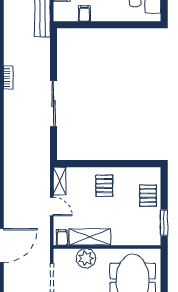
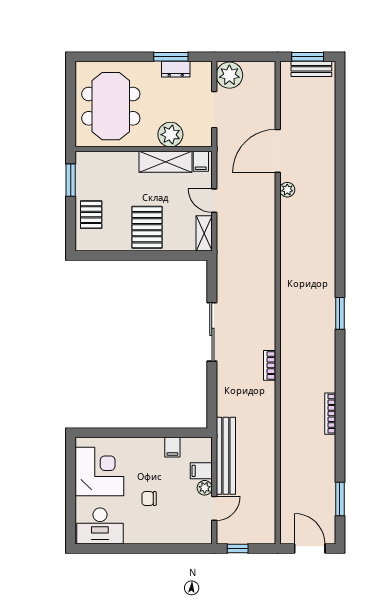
pallet: (104, 186) -> (147, 227), width x1.50, depth x1.42

